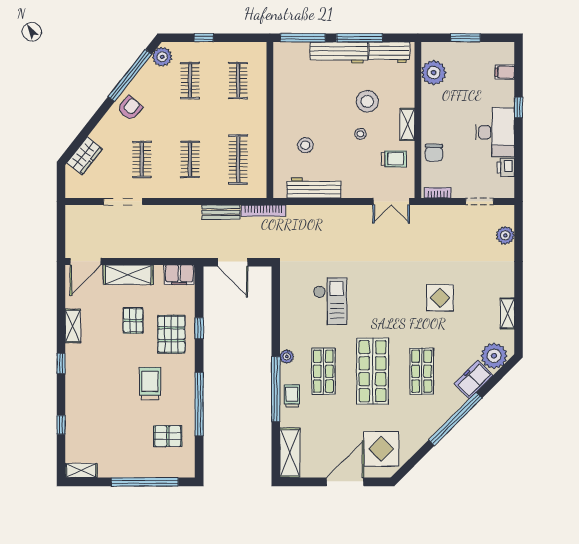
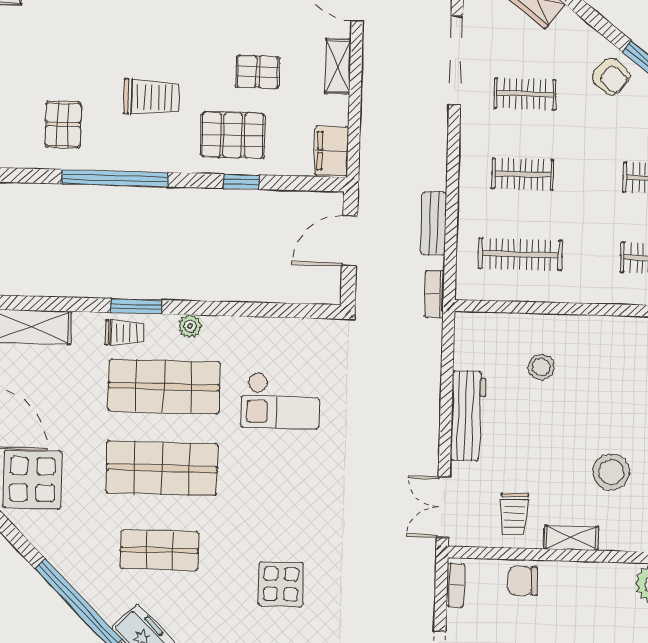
stool: (360, 134) -> (557, 459), removed
workbench: (314, 188) -> (468, 416), moved
doorway: (123, 202) -> (456, 60), width x1.36
bookcase: (263, 211) -> (434, 294), width x0.64
shelving: (128, 275) -> (338, 66), width x0.67, depth x0.75
shop shelf: (323, 371) -> (164, 386), width x1.43, depth x1.36
window: (276, 389) -> (136, 306), width x0.47

